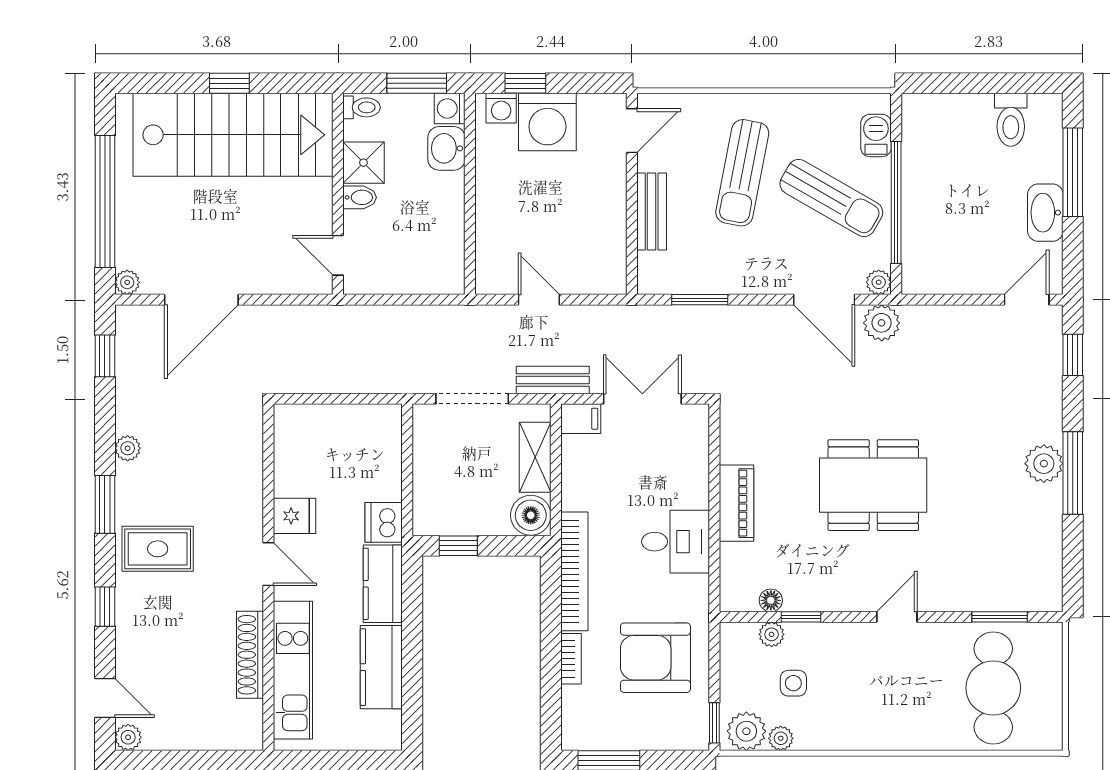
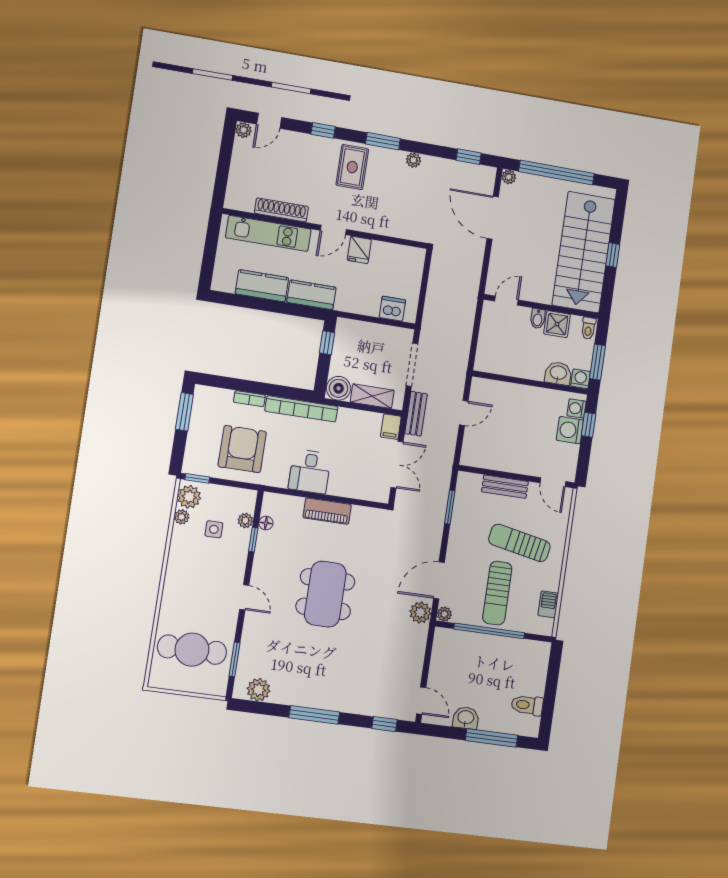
washing machine: (547, 122) -> (570, 430), width x0.73, depth x0.73
barbecue: (876, 135) -> (548, 604), moved, turned -90
sun lounger: (831, 198) -> (497, 593), turned -30
washbasin: (1045, 213) -> (466, 718), width x0.72
plant: (1044, 464) -> (258, 690), moved
dishwasher: (384, 522) -> (392, 309), moved

